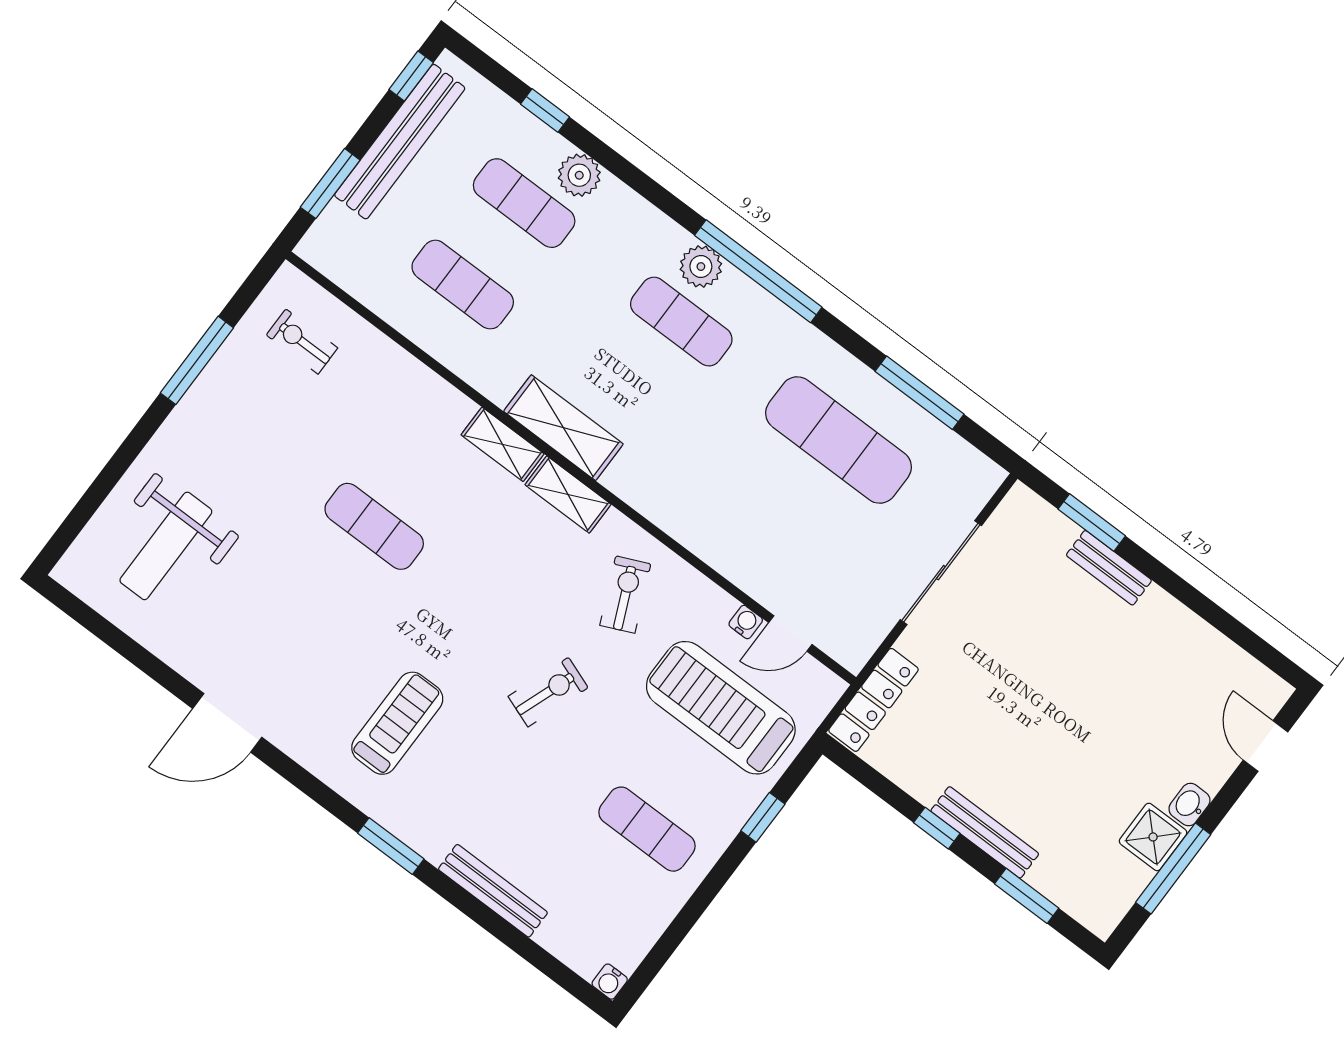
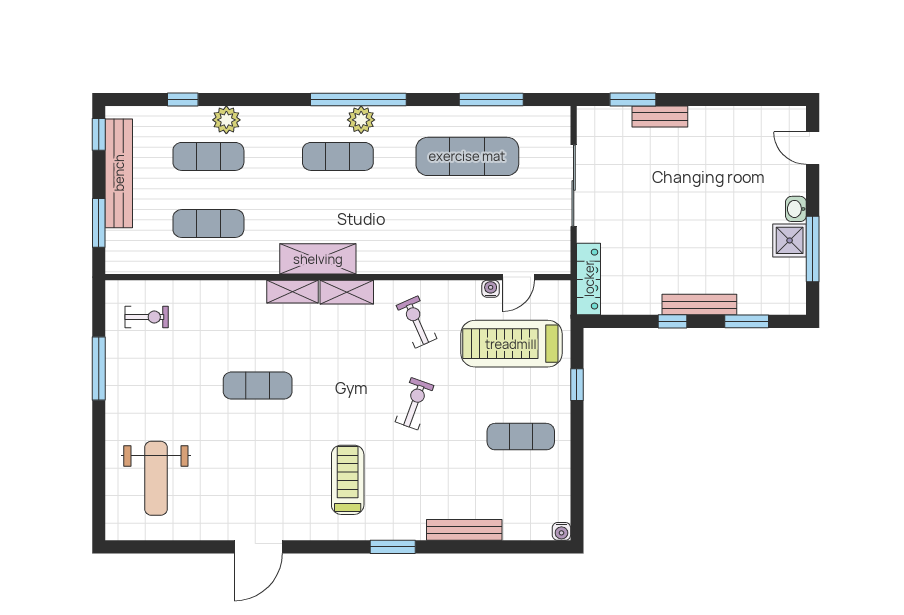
plant: (701, 267) -> (361, 120), moved
exercise bike: (302, 341) -> (147, 317), turned 180

